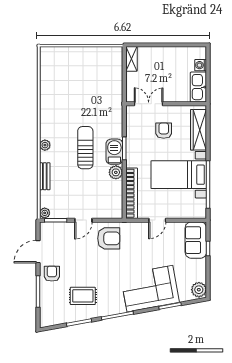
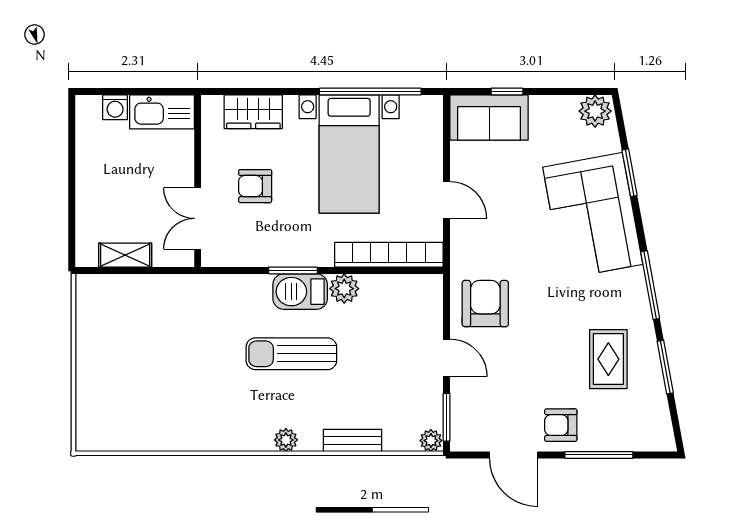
shelving: (131, 59) -> (125, 255), moved
wardrobe: (199, 130) -> (253, 112), width x0.67

